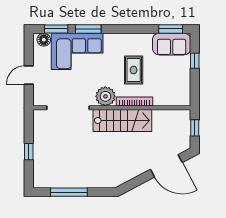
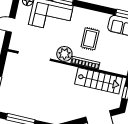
stairs: (122, 121) -> (98, 81), moved

